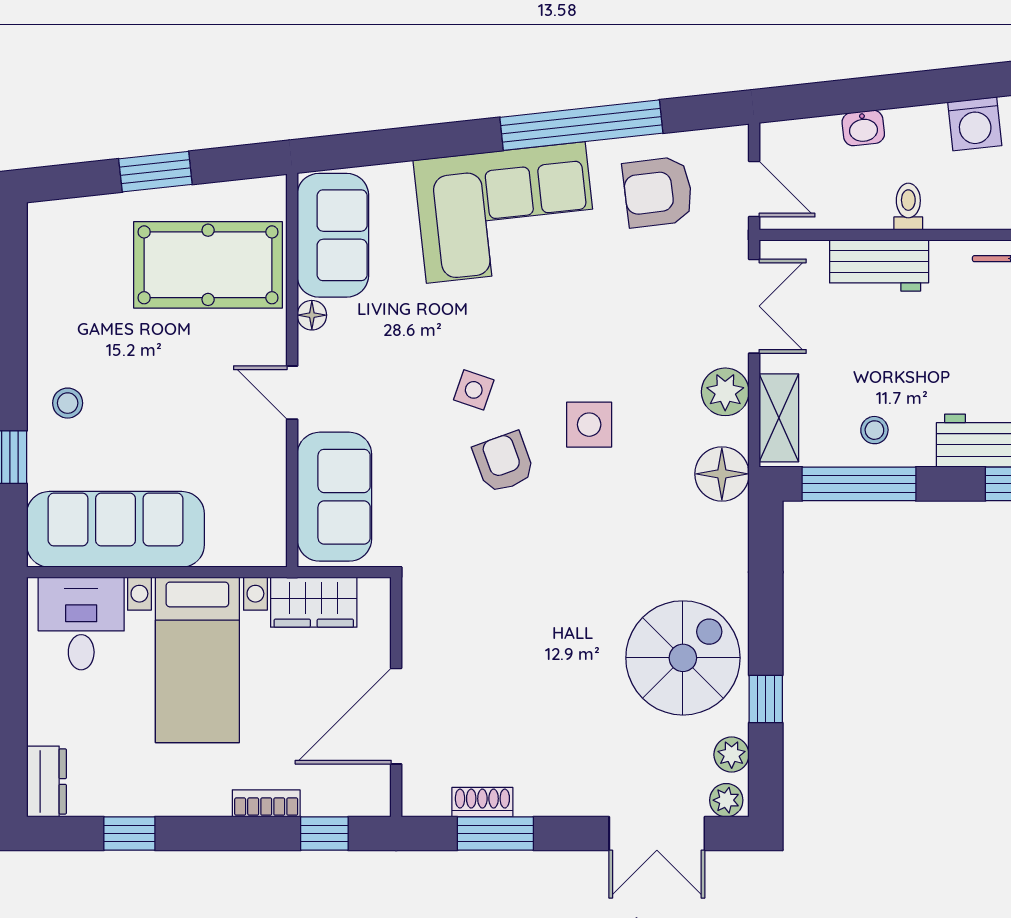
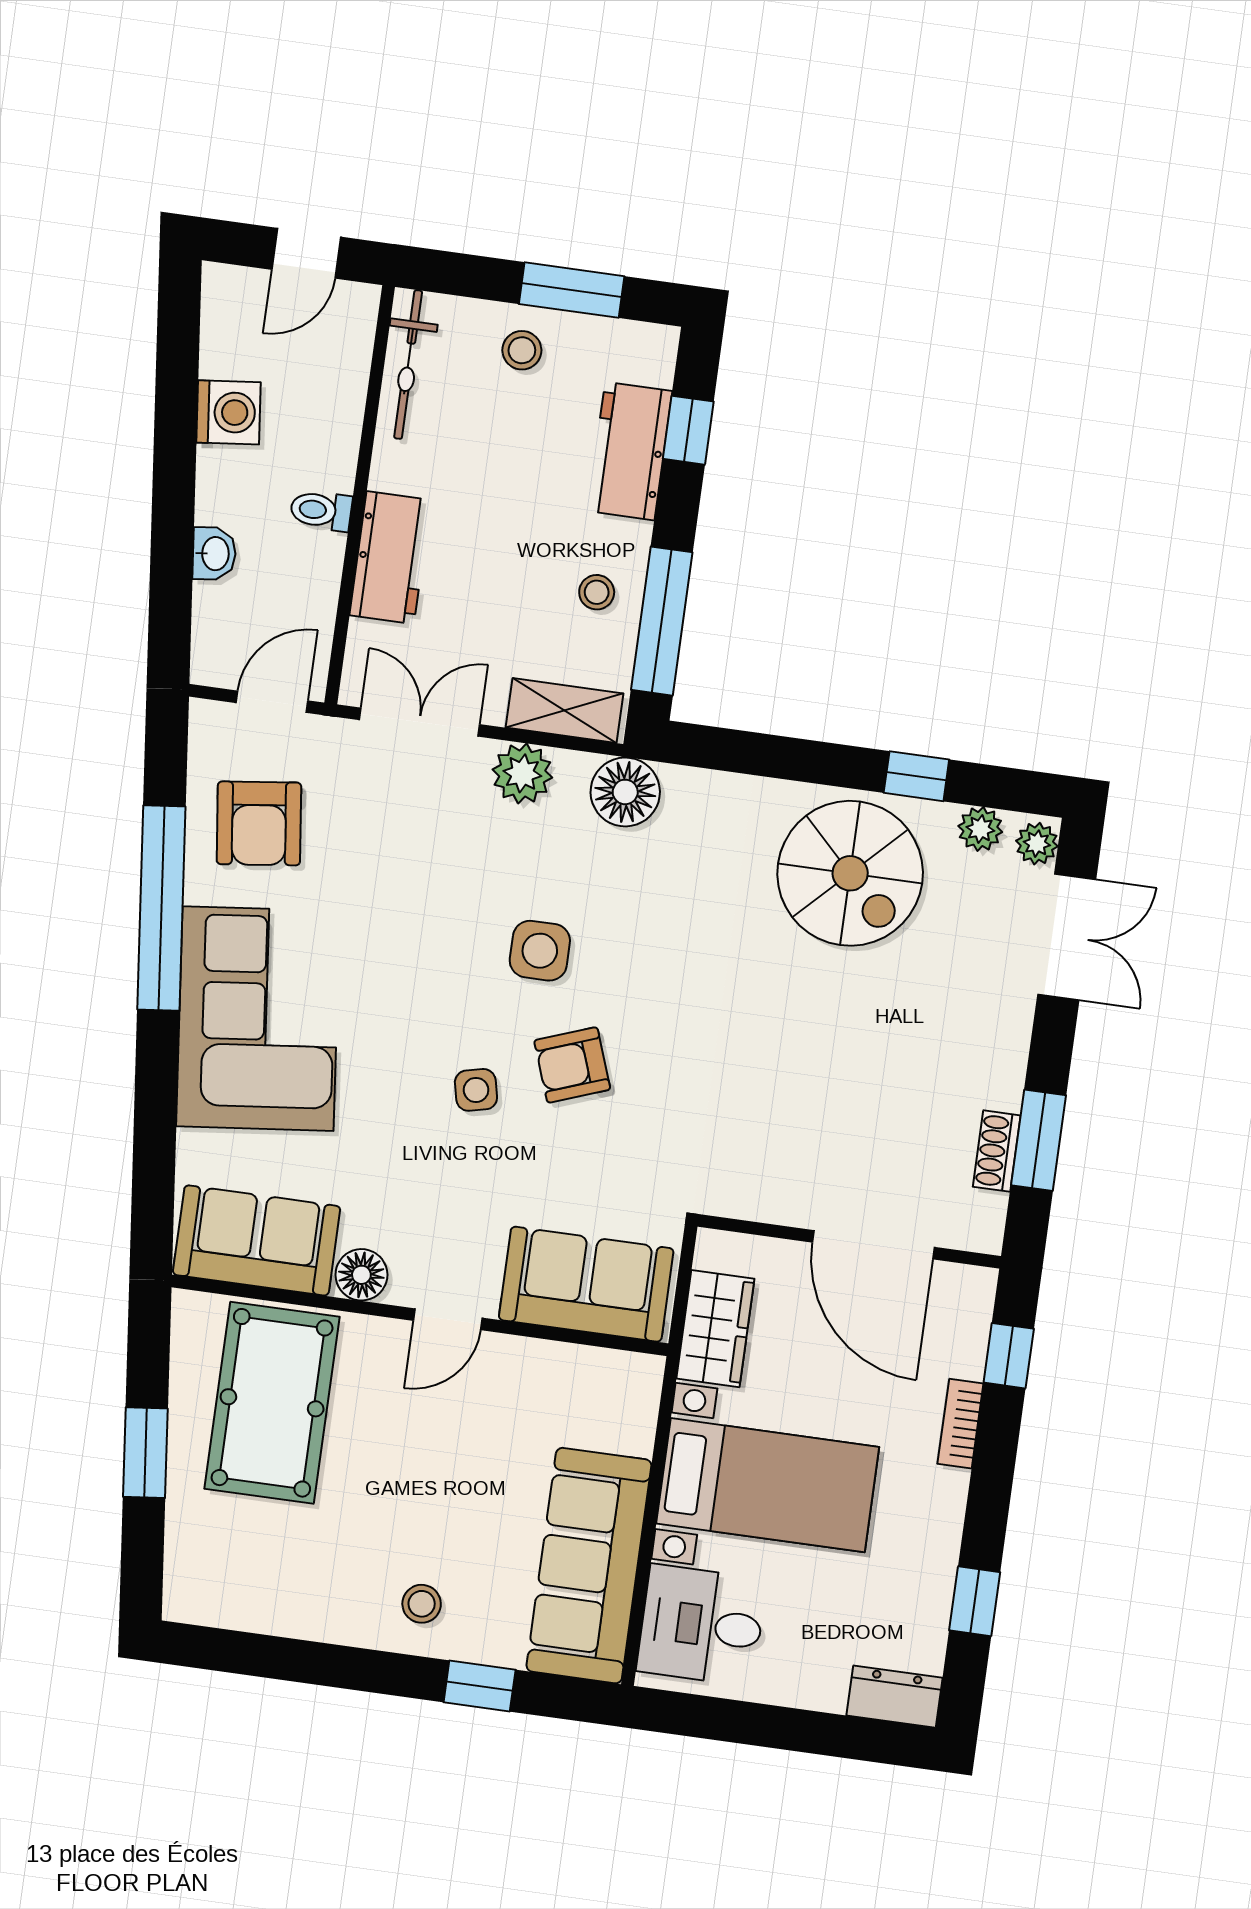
floor lamp: (312, 315) -> (361, 1275), width x1.37, depth x1.37
side table: (474, 390) -> (476, 1090), turned -32
spiral stairs: (683, 658) -> (850, 873), turned 180

